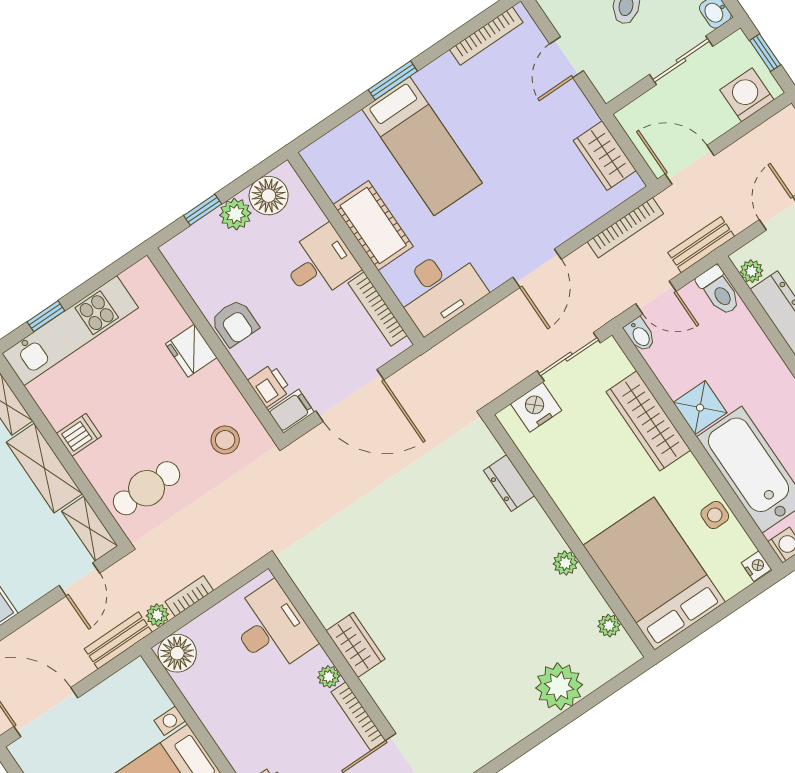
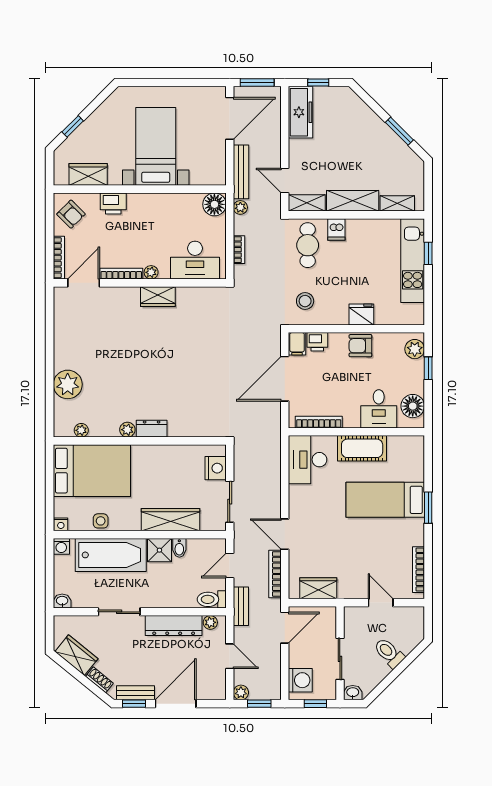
plant: (235, 214) -> (415, 349), moved
desk: (320, 263) -> (379, 409), moved
door: (537, 268) -> (285, 534), moved
bidet: (640, 335) -> (179, 548), moved, turned -90
dishwasher: (79, 435) -> (336, 229), moved
dresser: (509, 483) -> (152, 429), moved
bookcase: (189, 596) -> (239, 250), moved
bench: (118, 640) -> (241, 172), width x1.36

